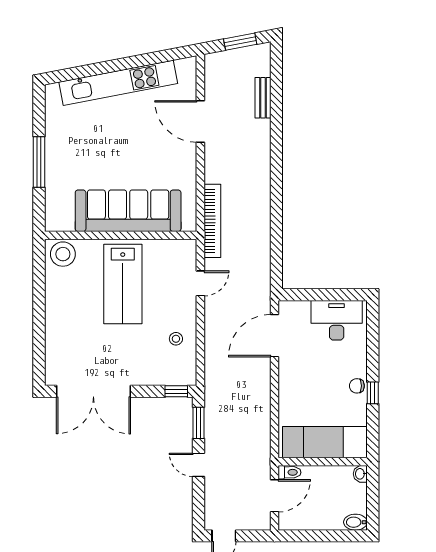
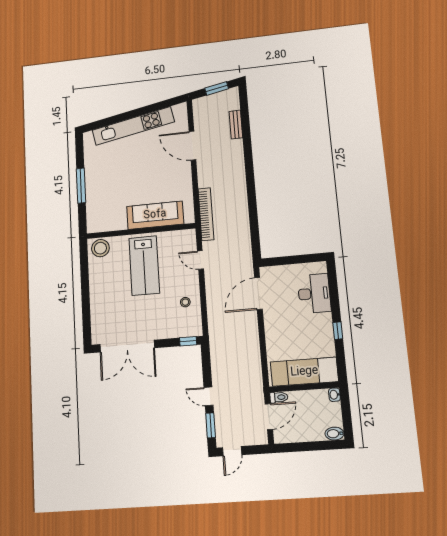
sofa: (128, 211) -> (155, 215), width x0.74, depth x0.79
door: (200, 283) -> (200, 260), swing flipped
desk: (337, 320) -> (314, 294), moved, turned 90
chair: (357, 386) -> (325, 326), removed
window: (198, 423) -> (211, 425), moved

